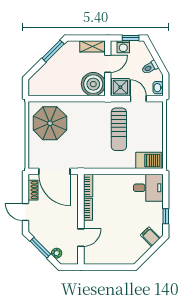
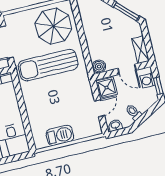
boiler: (93, 84) -> (99, 67), width x0.54, depth x0.54
sun lounger: (119, 129) -> (48, 65), moved, width x1.36, depth x1.34
barbecue: (148, 160) -> (60, 135), moved, turned -90

